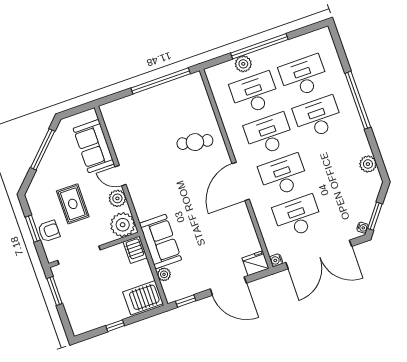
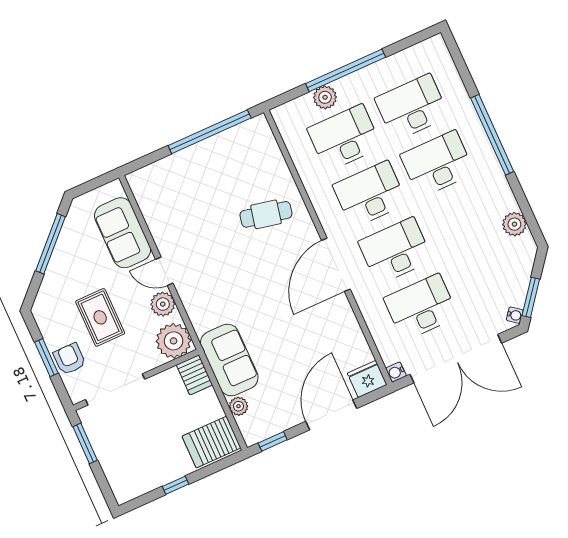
armchair: (49, 231) -> (69, 359), turned -90
door: (228, 286) -> (331, 415), swing flipped

